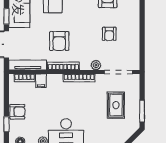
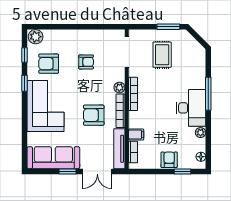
armchair: (59, 41) -> (94, 115), turned 180
plant: (96, 65) -> (119, 88), moved
rug: (116, 105) -> (162, 55), turned 90

